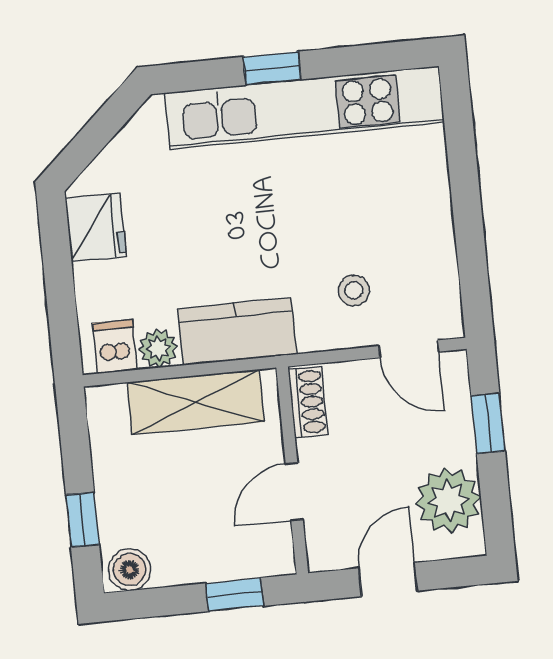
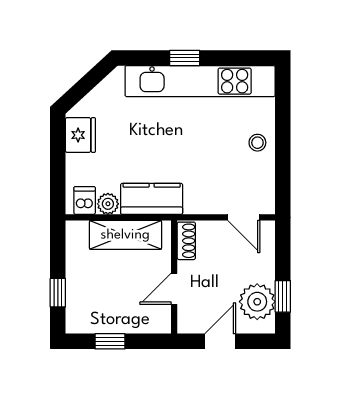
stool: (354, 290) -> (257, 143), moved
window: (488, 423) -> (283, 296), moved
boiler: (130, 570) -> (81, 322), removed
window: (235, 595) -> (110, 341), moved

